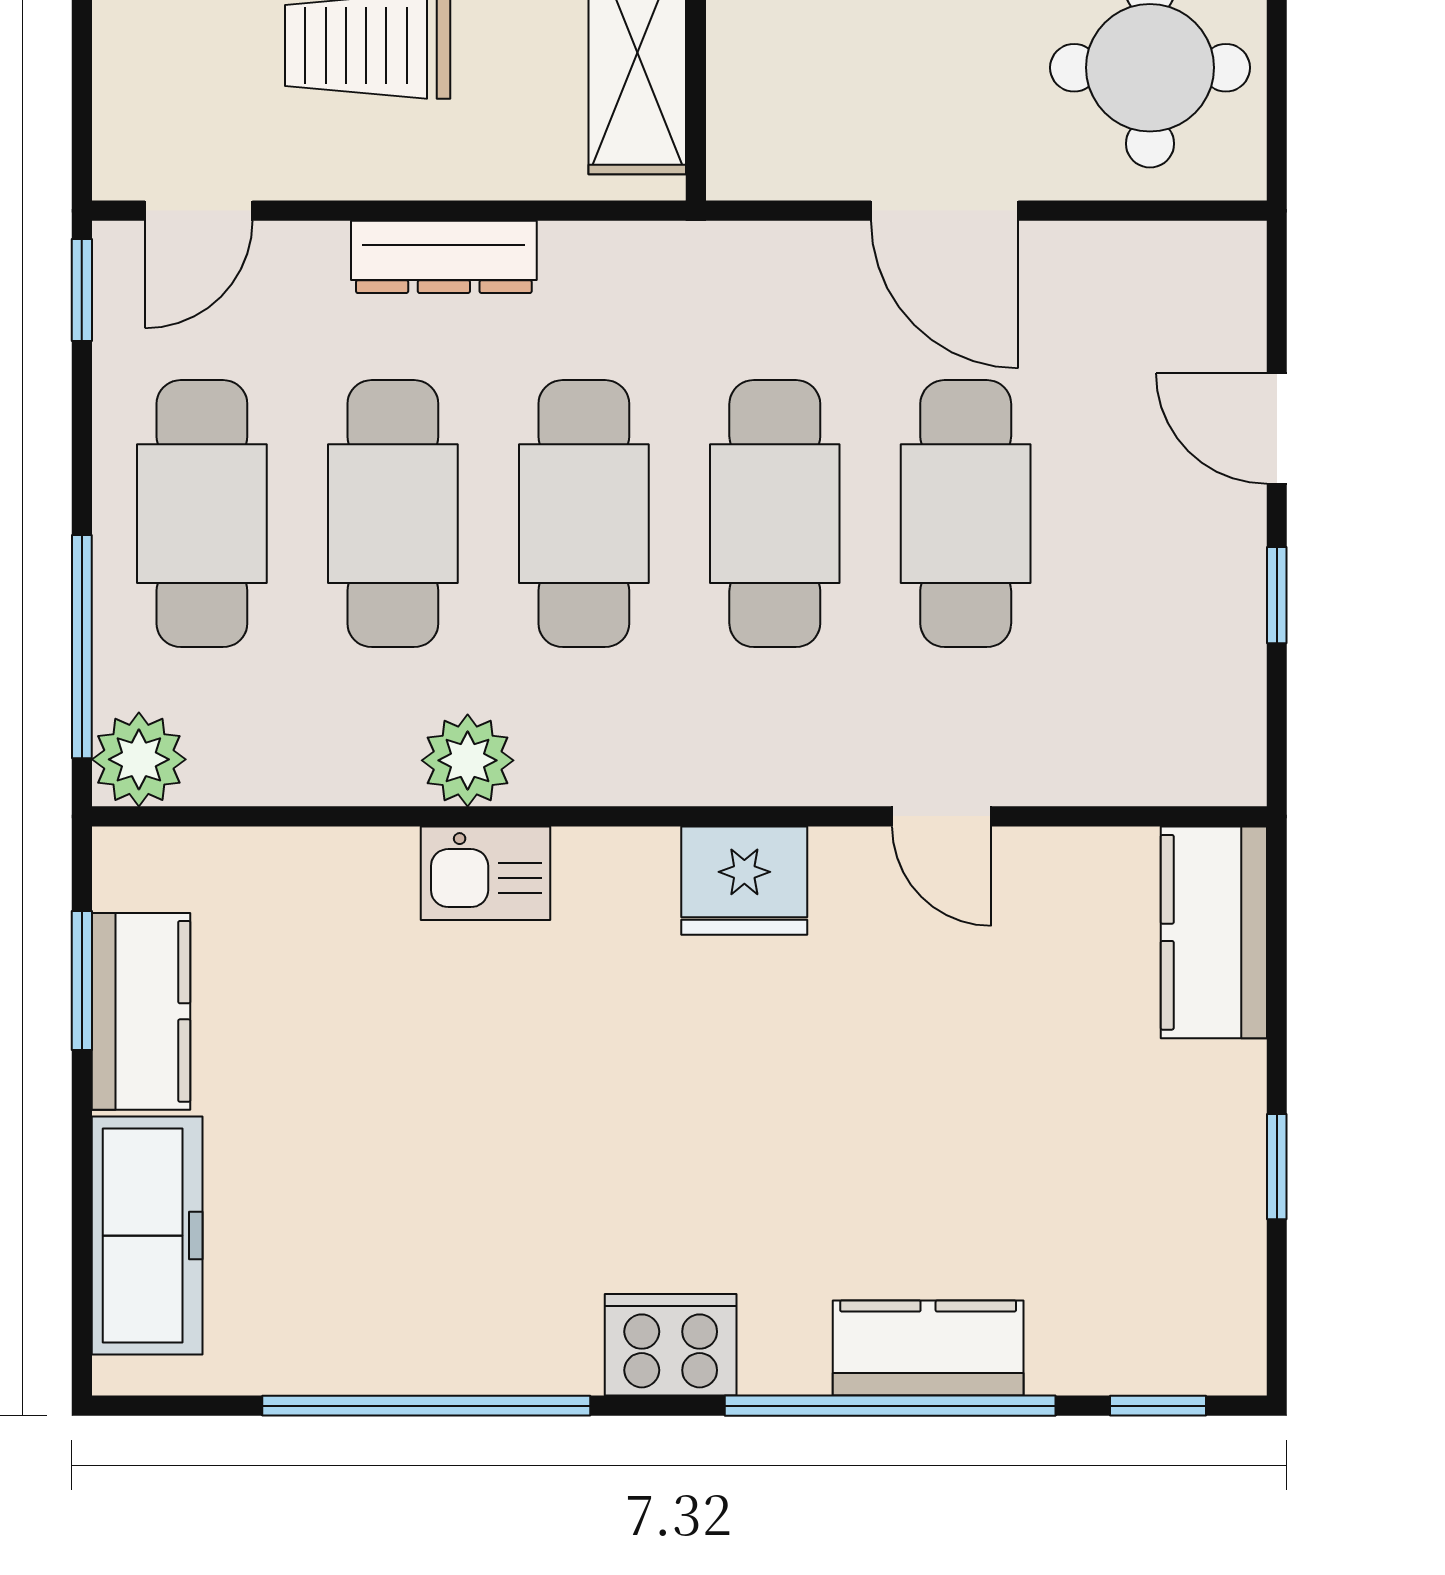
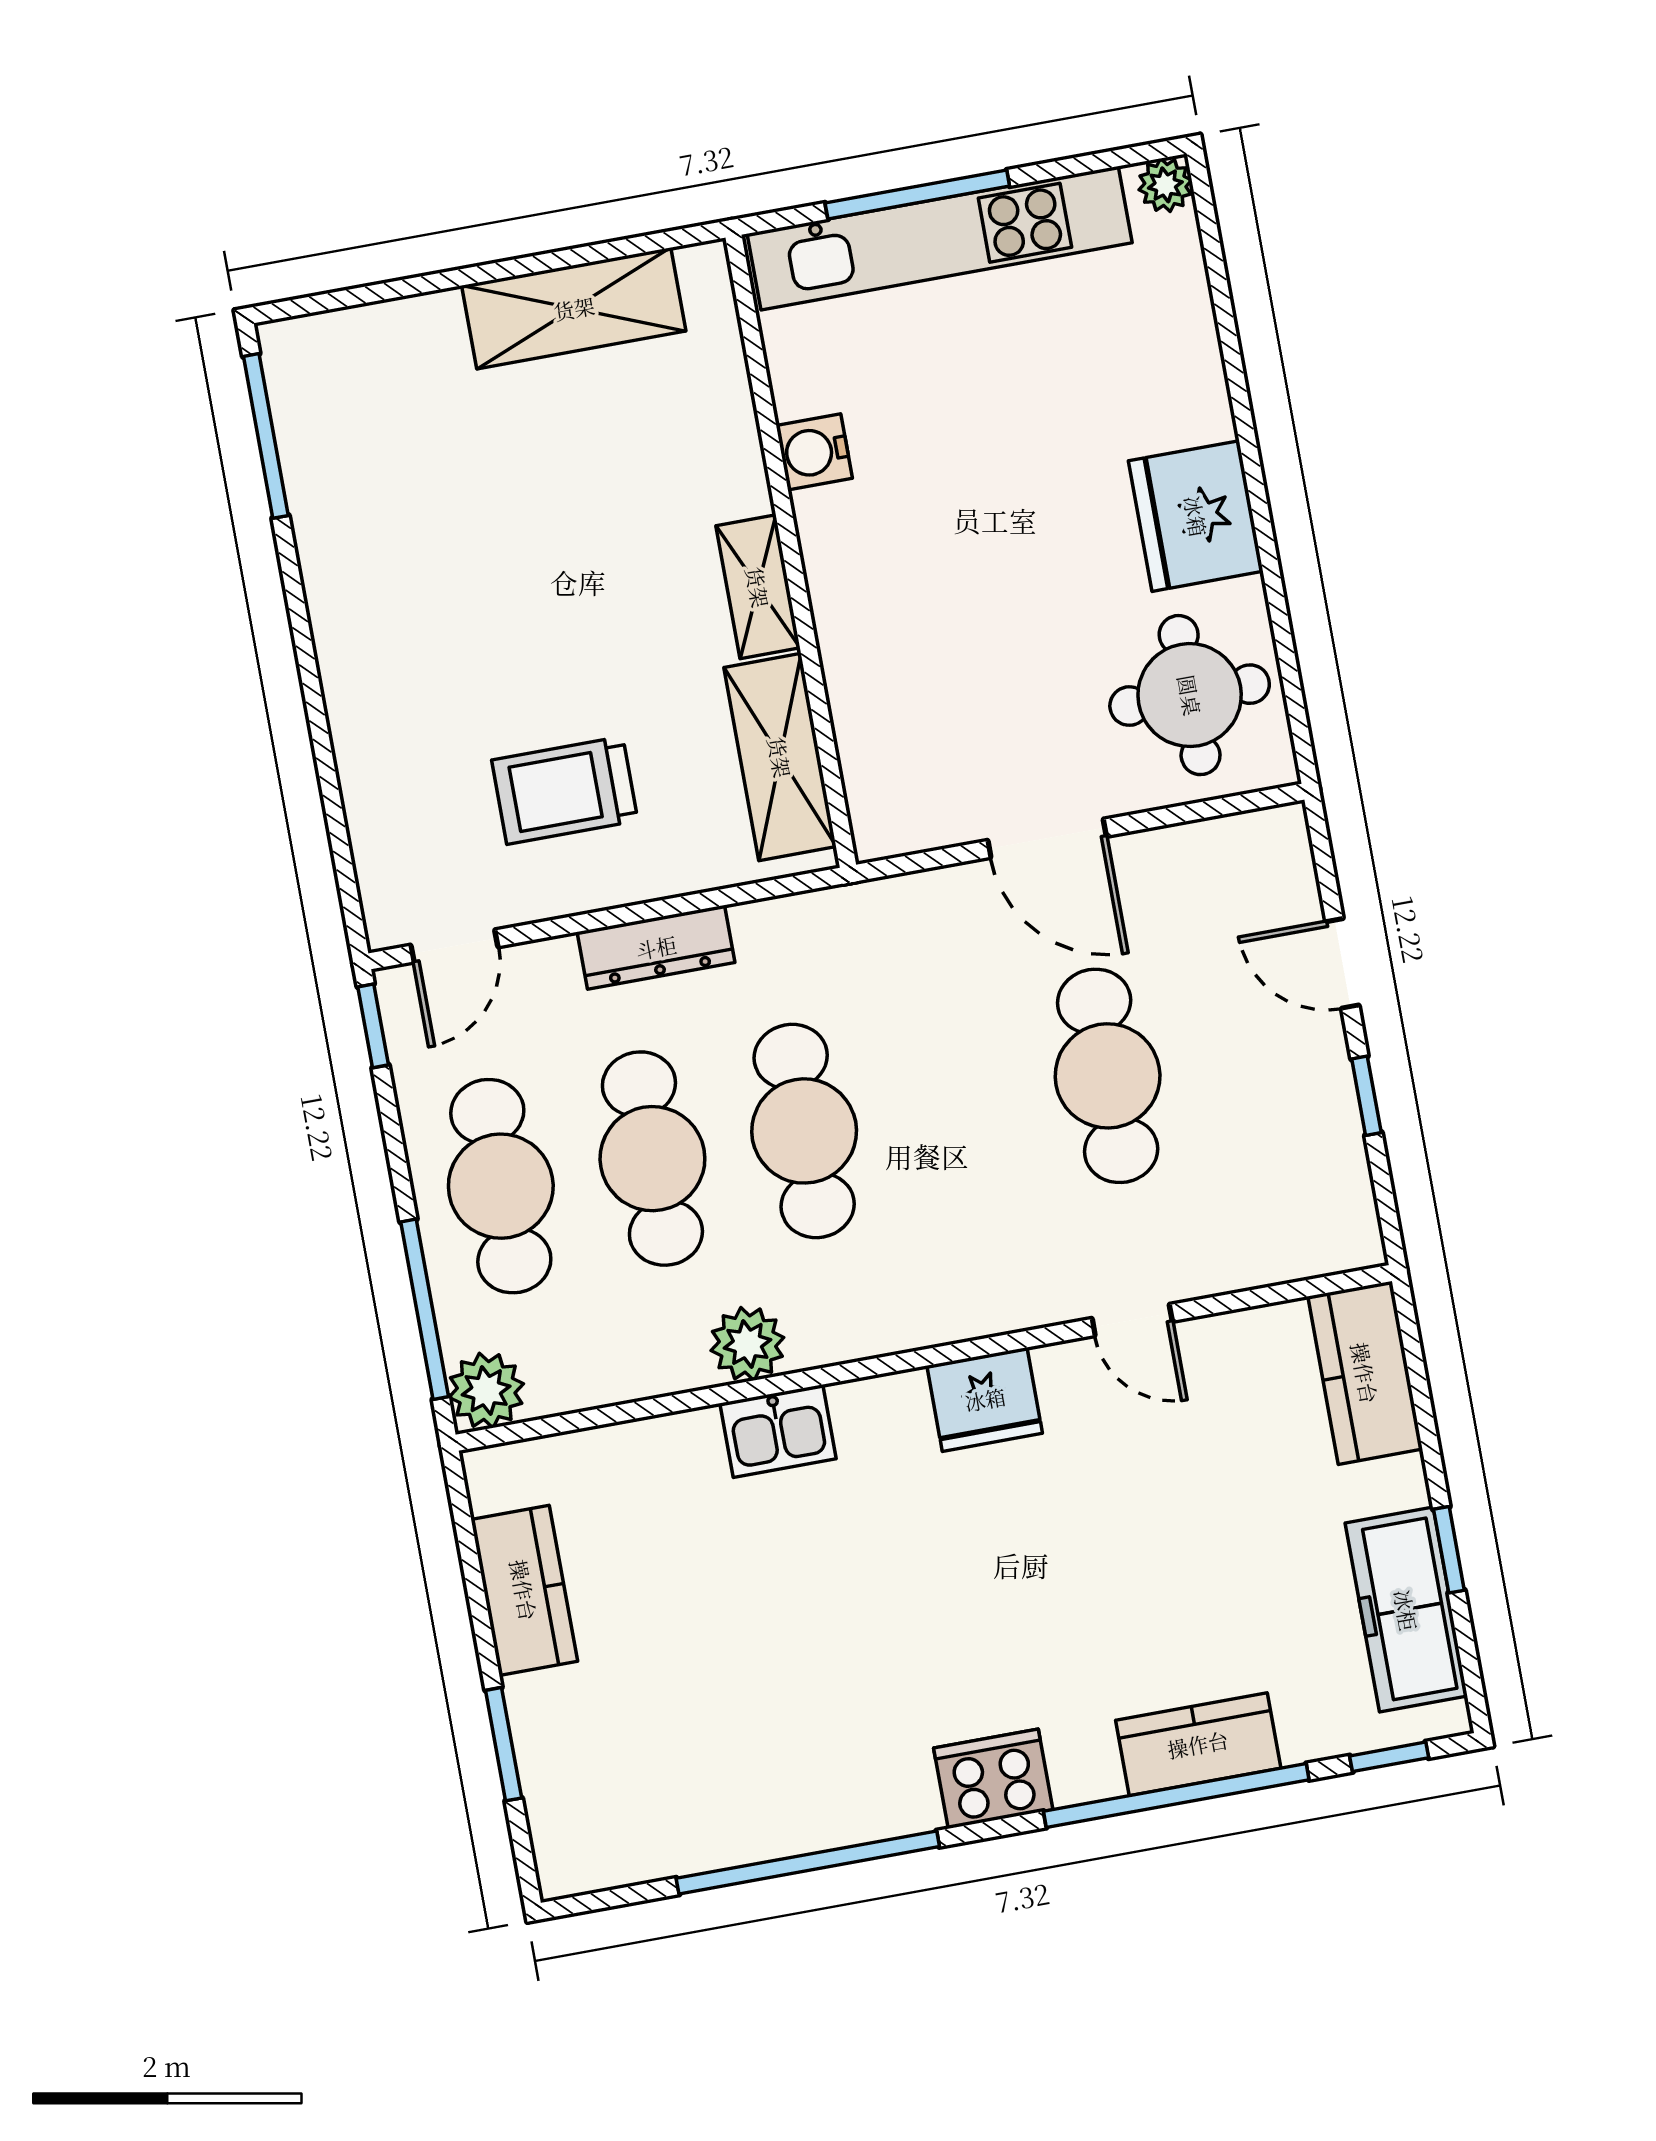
cafe table: (775, 514) -> (956, 1103), removed
window: (82, 981) -> (504, 1744), moved
freezer: (147, 1236) -> (1406, 1610), moved, turned 180

